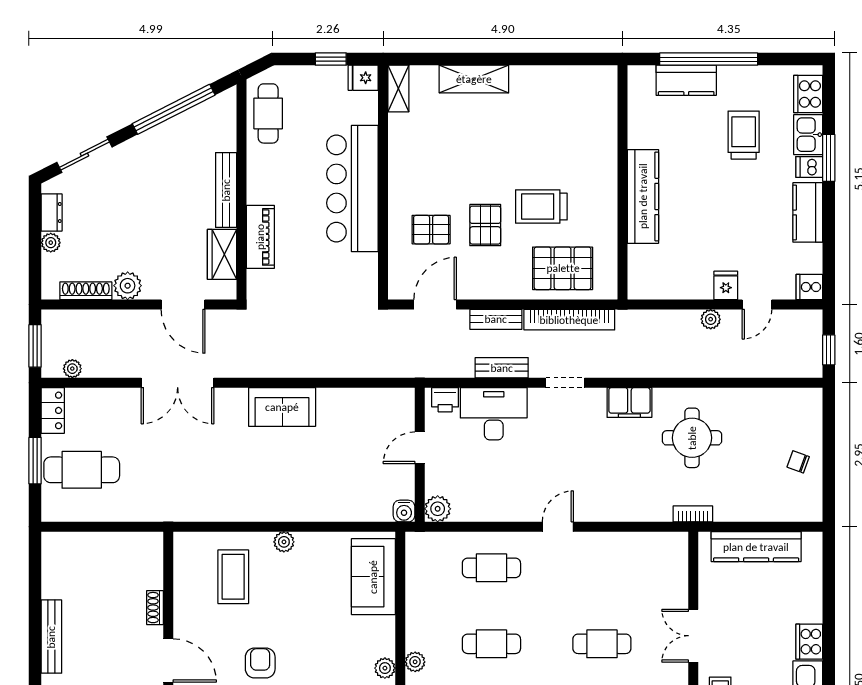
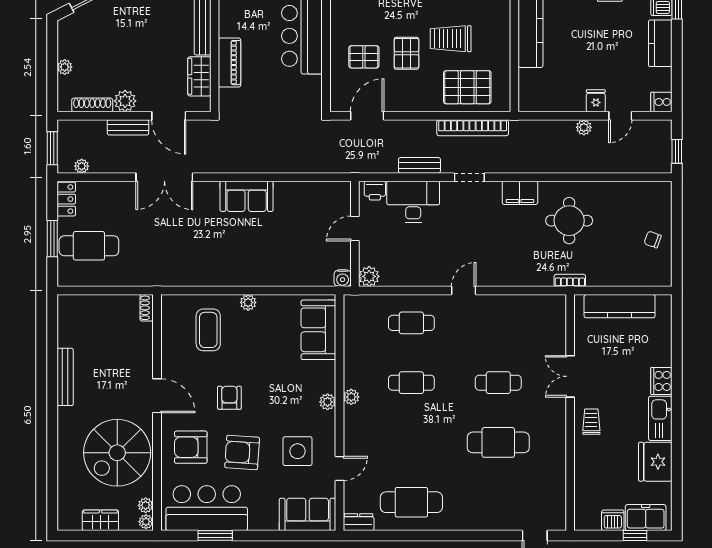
dresser: (52, 213) -> (65, 43), removed
bench: (496, 319) -> (128, 127), moved
shoe rack: (155, 608) -> (147, 308), moved

